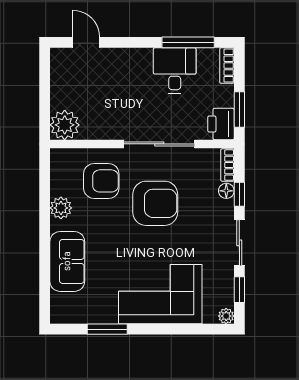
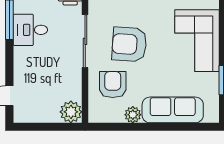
armchair: (155, 203) -> (129, 44), turned -86
sofa: (67, 261) -> (173, 110), width x1.36

